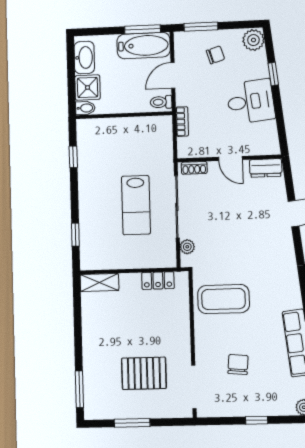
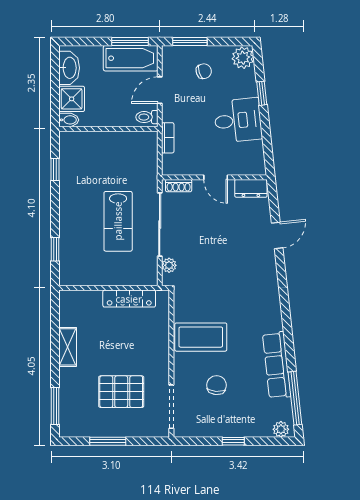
locker: (158, 281) -> (129, 299), width x1.53
shelving: (99, 282) -> (68, 347), moved, turned 90
coffee table: (224, 299) -> (201, 337), moved

